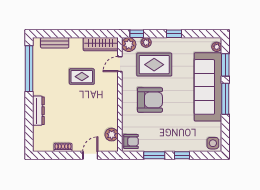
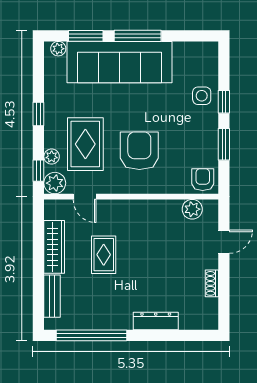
wardrobe: (101, 44) -> (54, 247), moved
side table: (213, 143) -> (202, 96), moved
door: (90, 155) -> (224, 242), swing flipped

